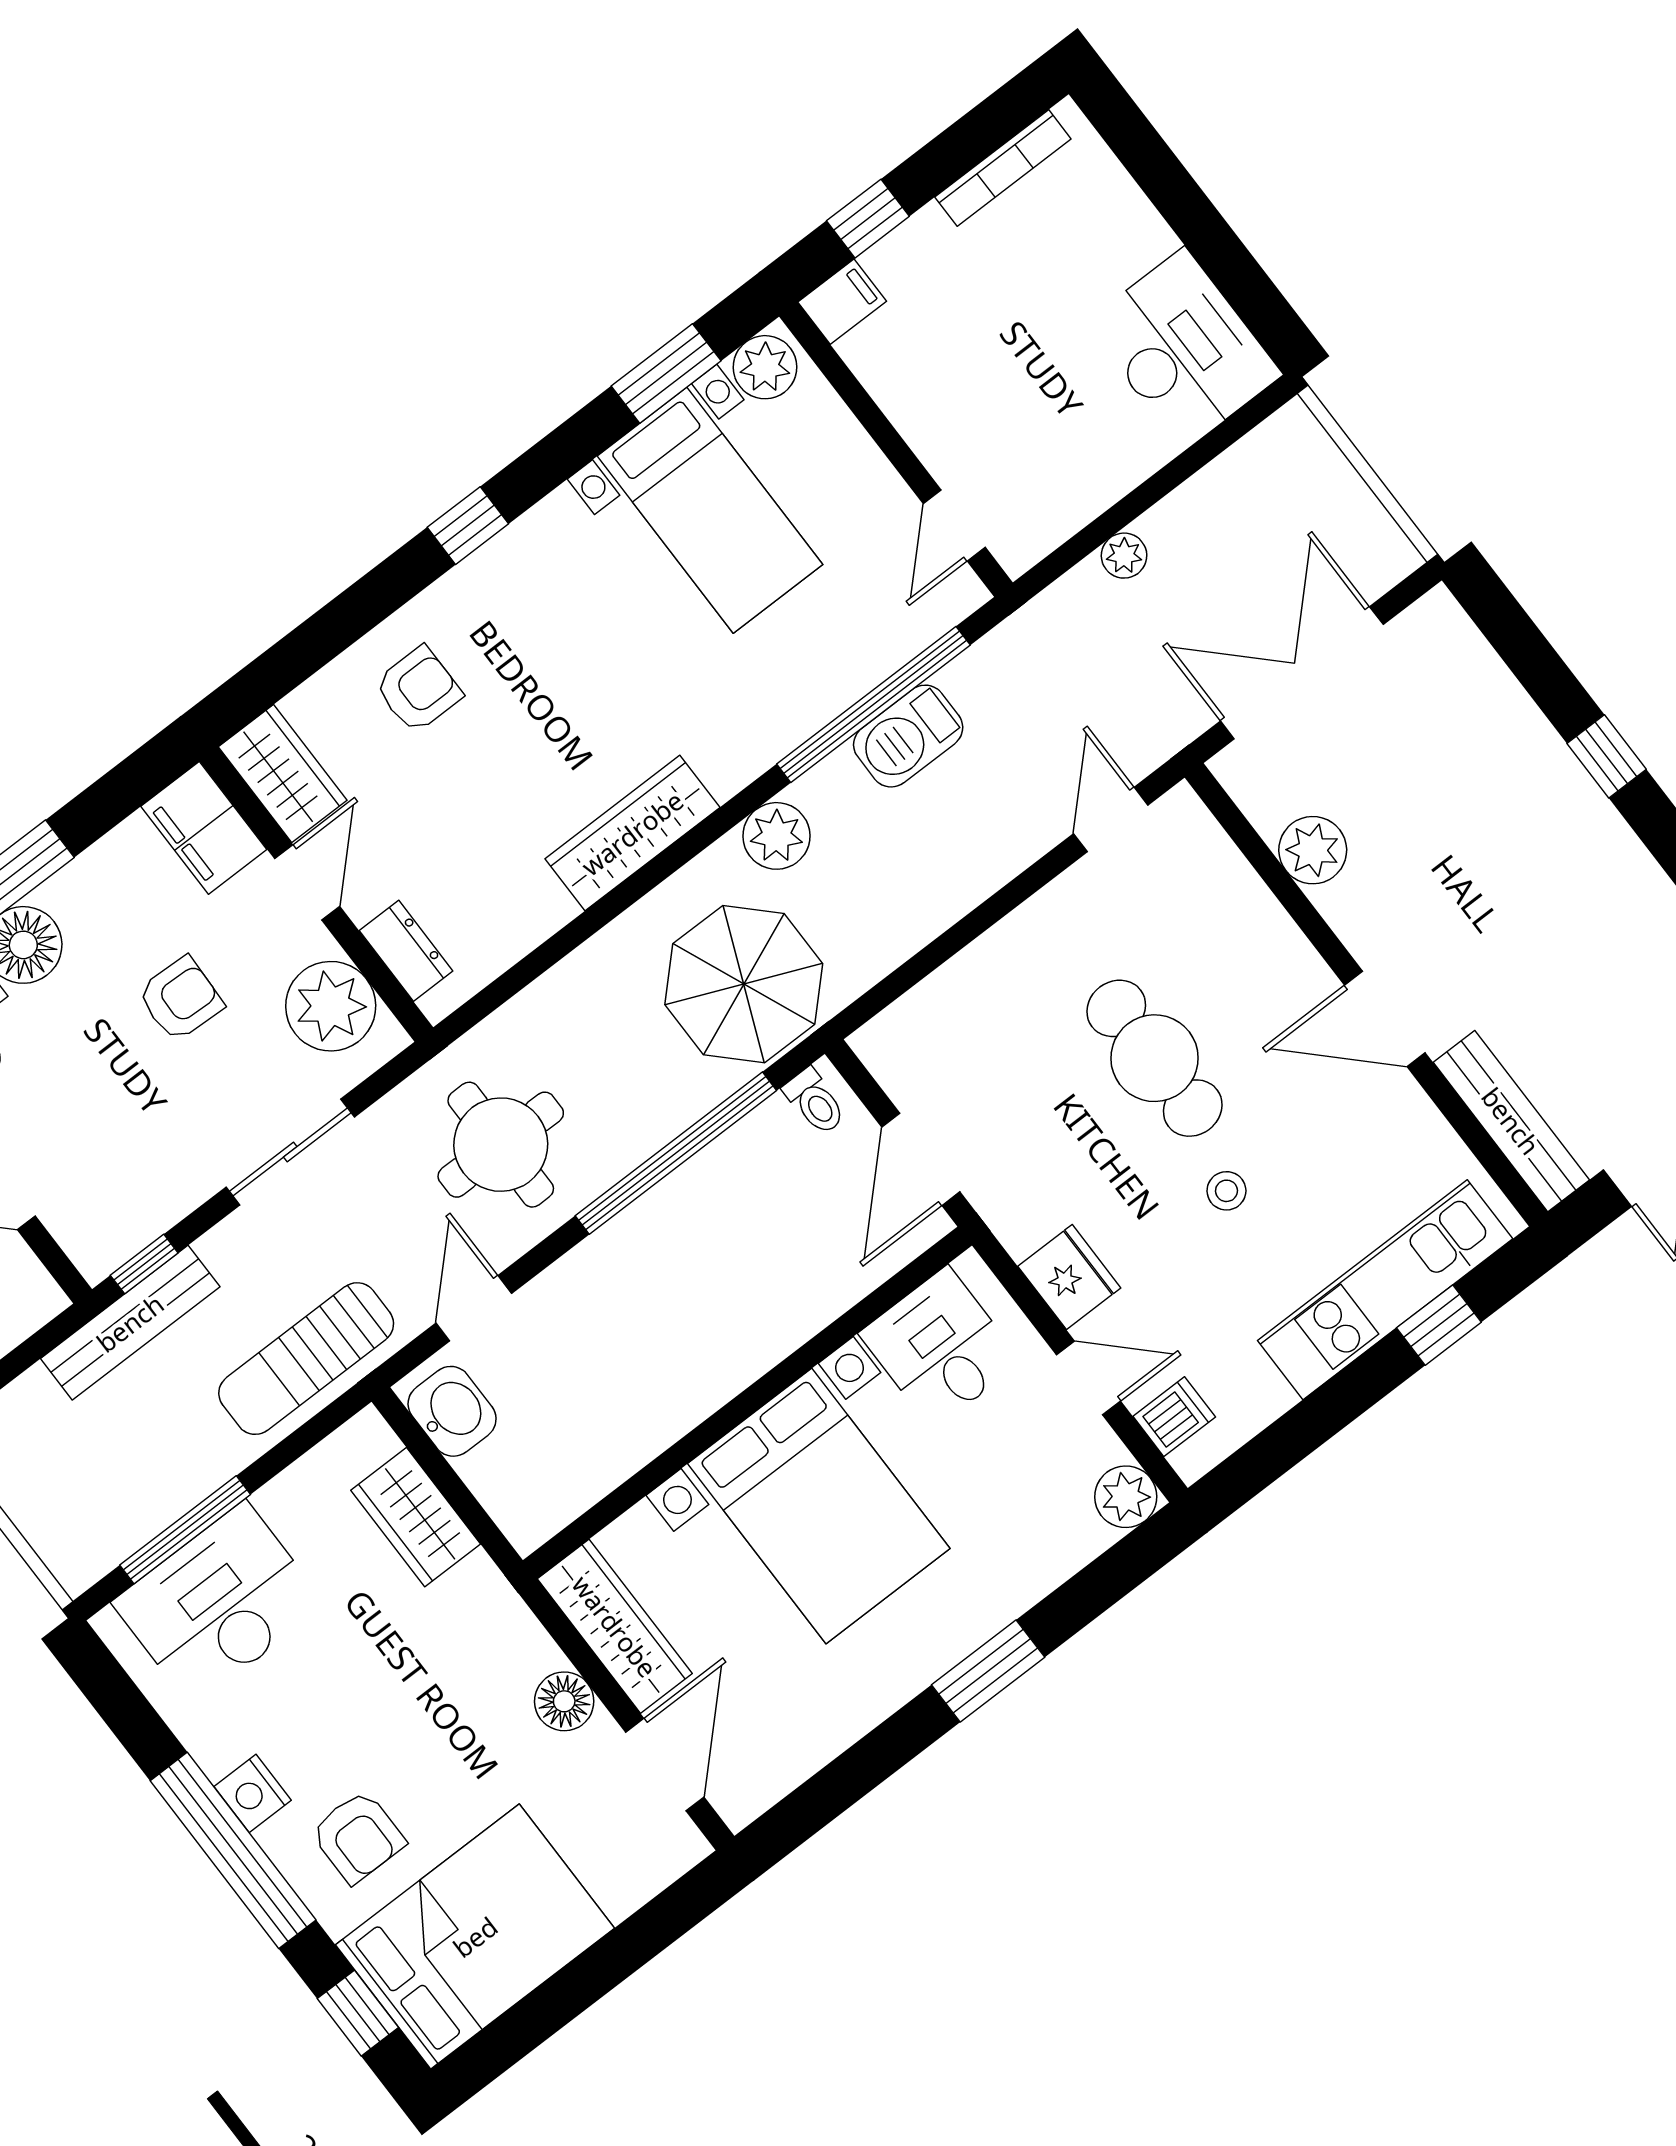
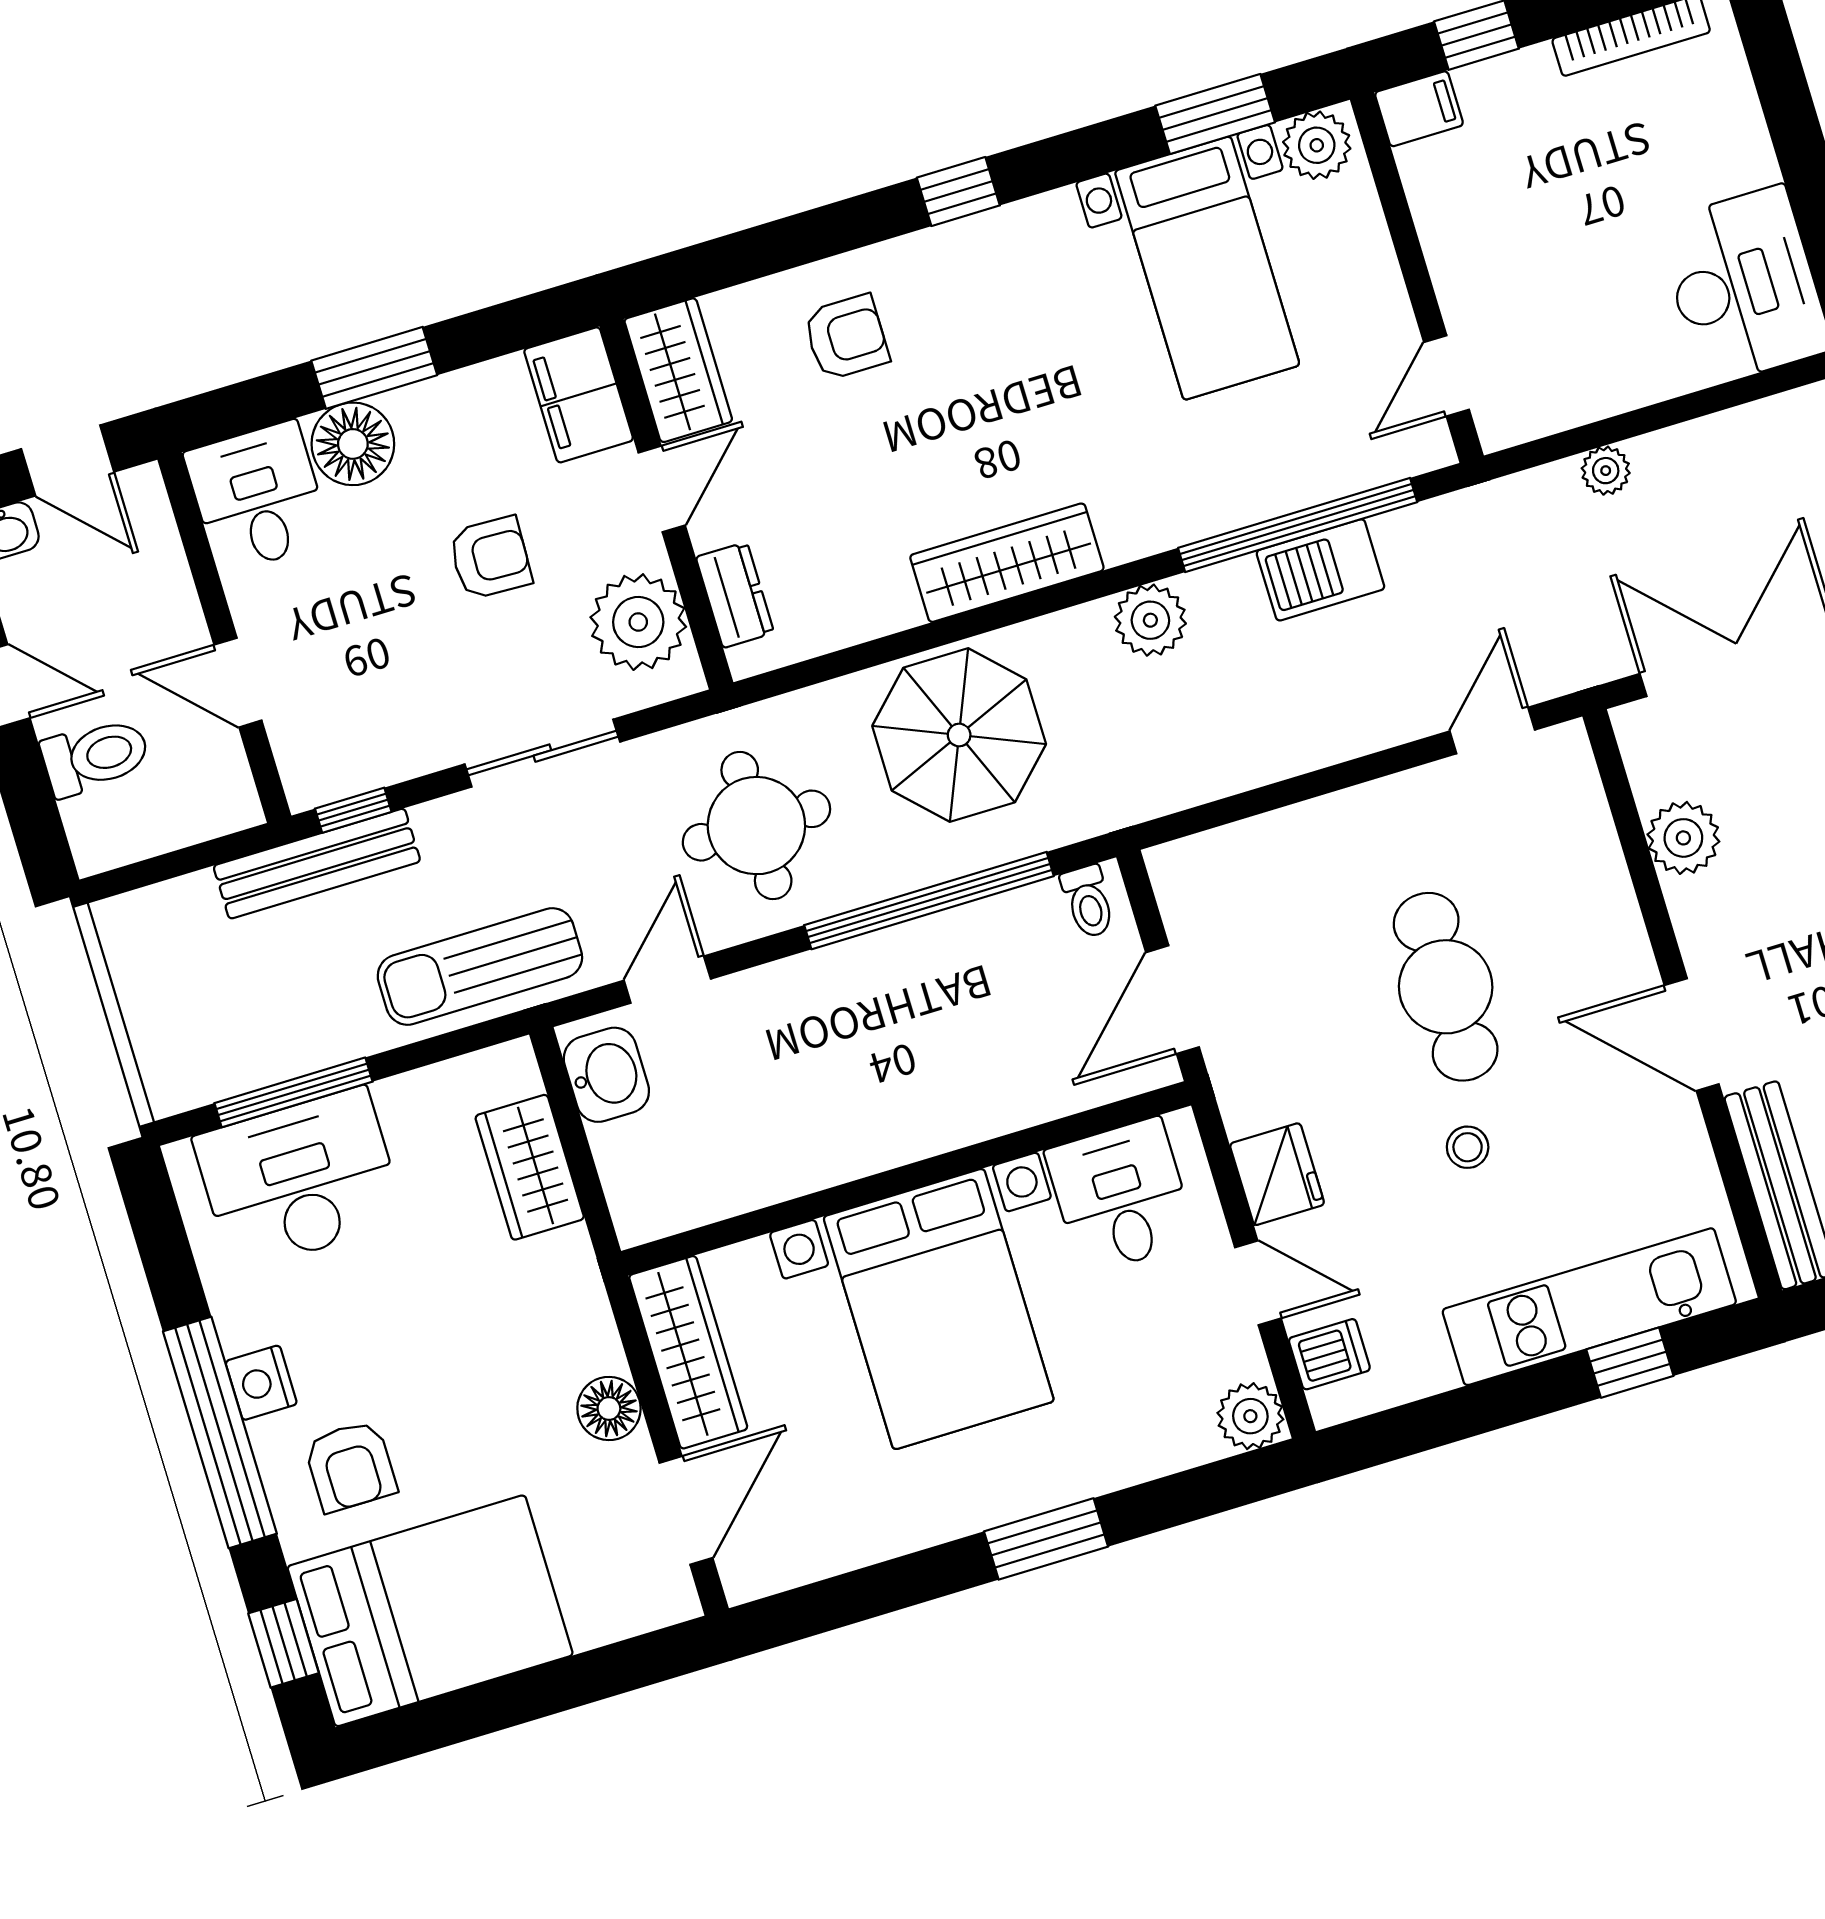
parasol: (744, 984) -> (959, 735), moved

